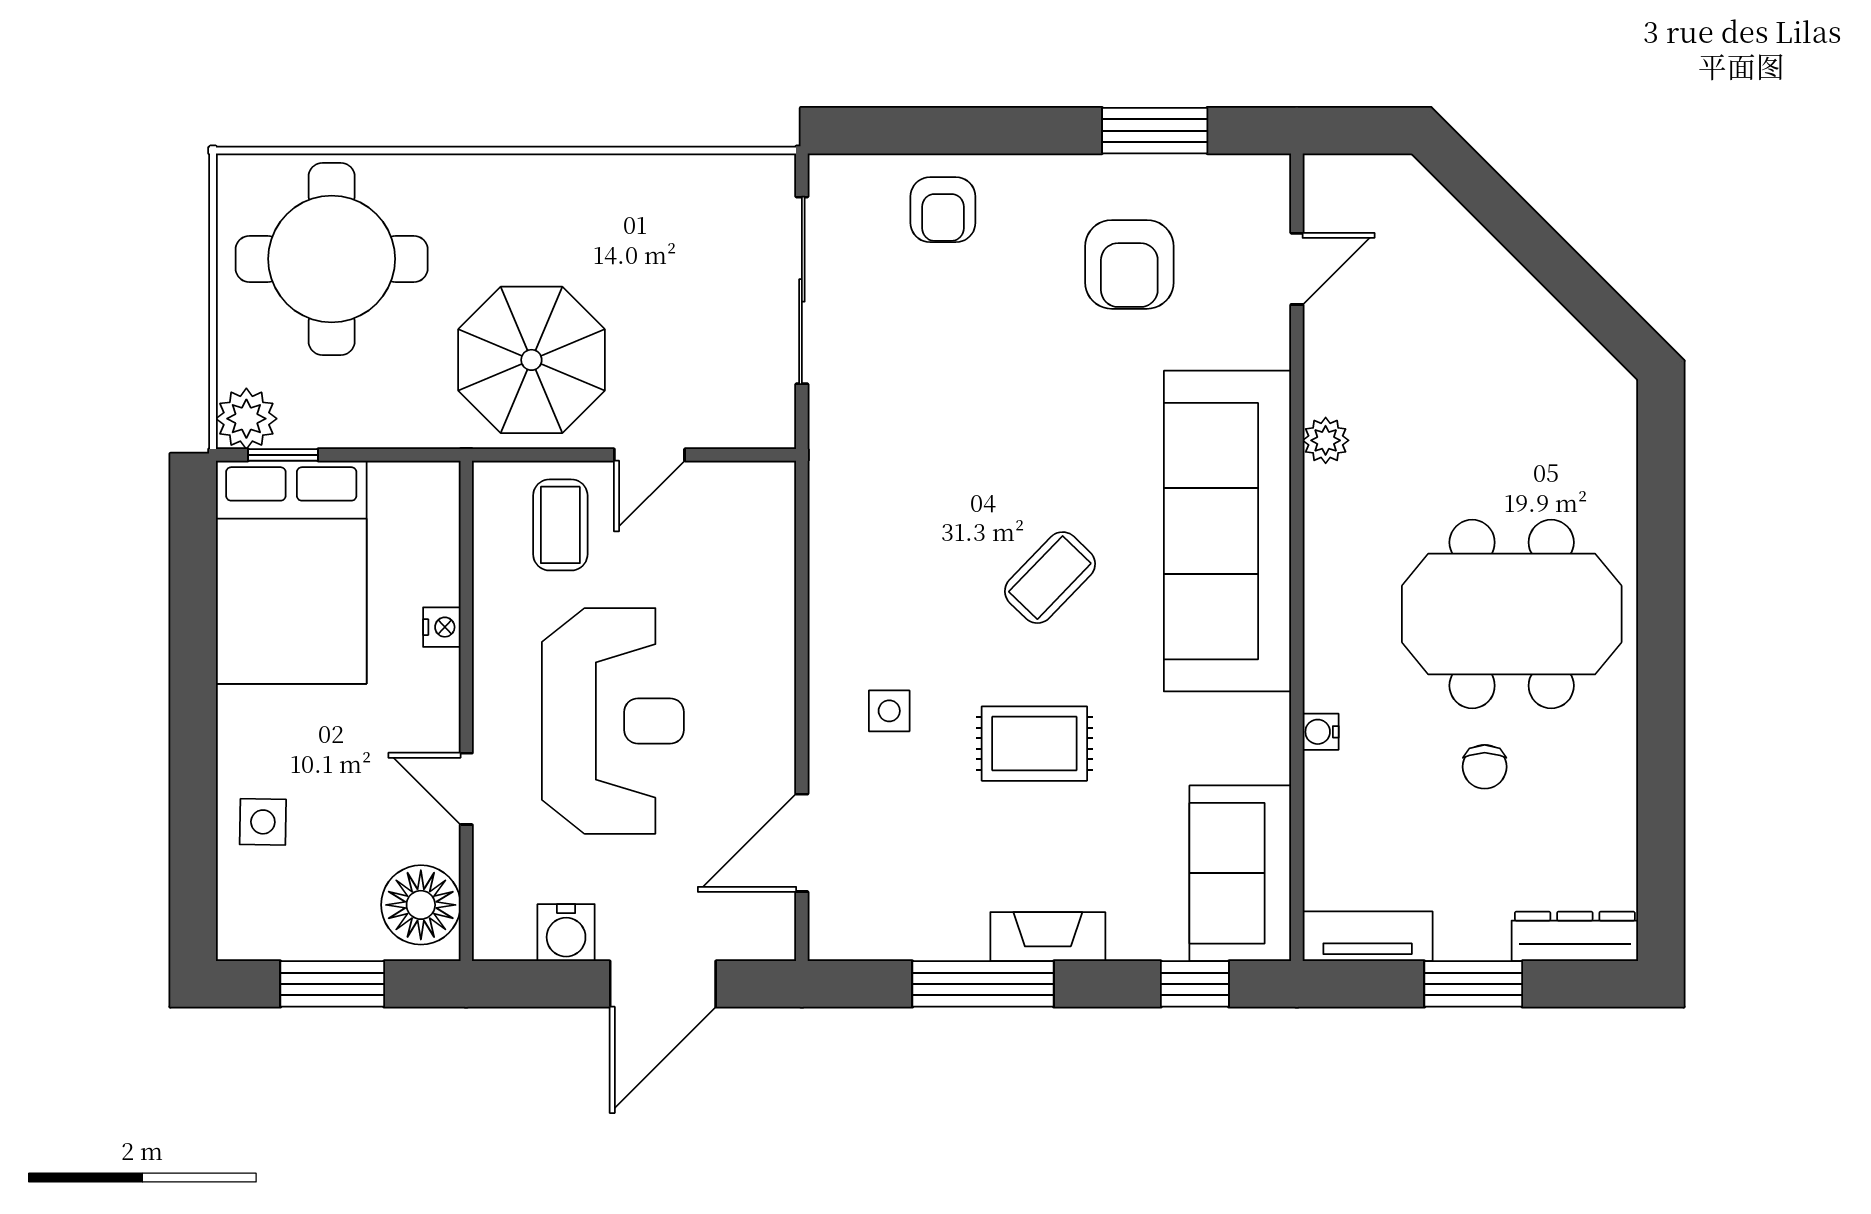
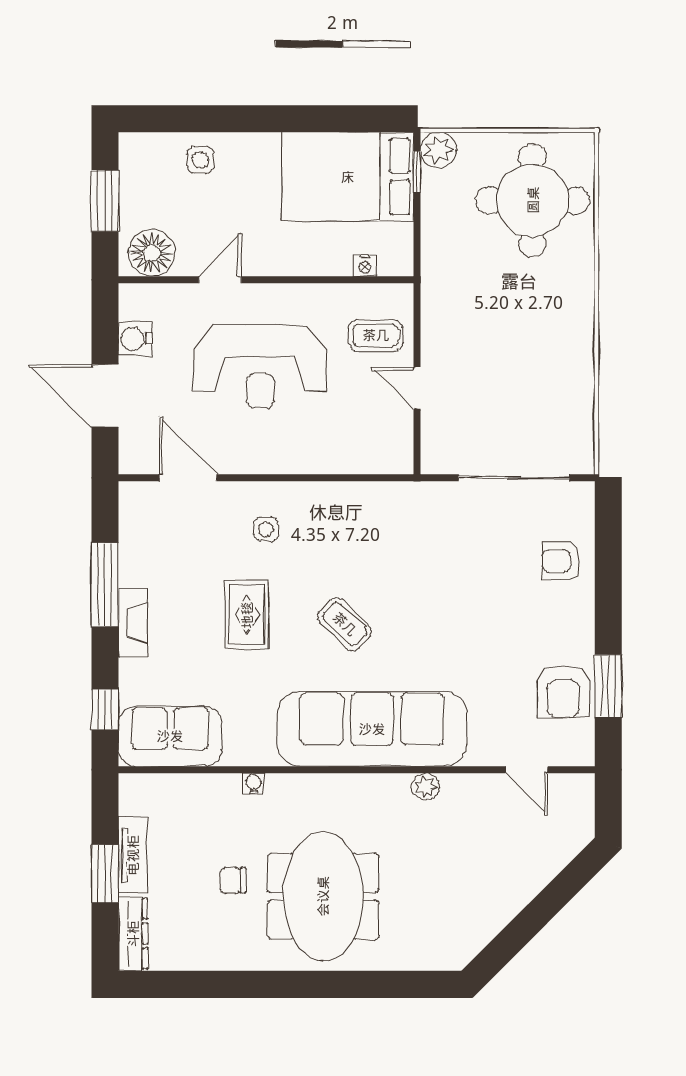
armchair: (1129, 264) -> (563, 691), moved, turned -90
parasol: (531, 360) -> (473, 318), removed
nightstand: (442, 627) -> (365, 265), moved
tv unit: (1368, 936) -> (133, 855), moved

